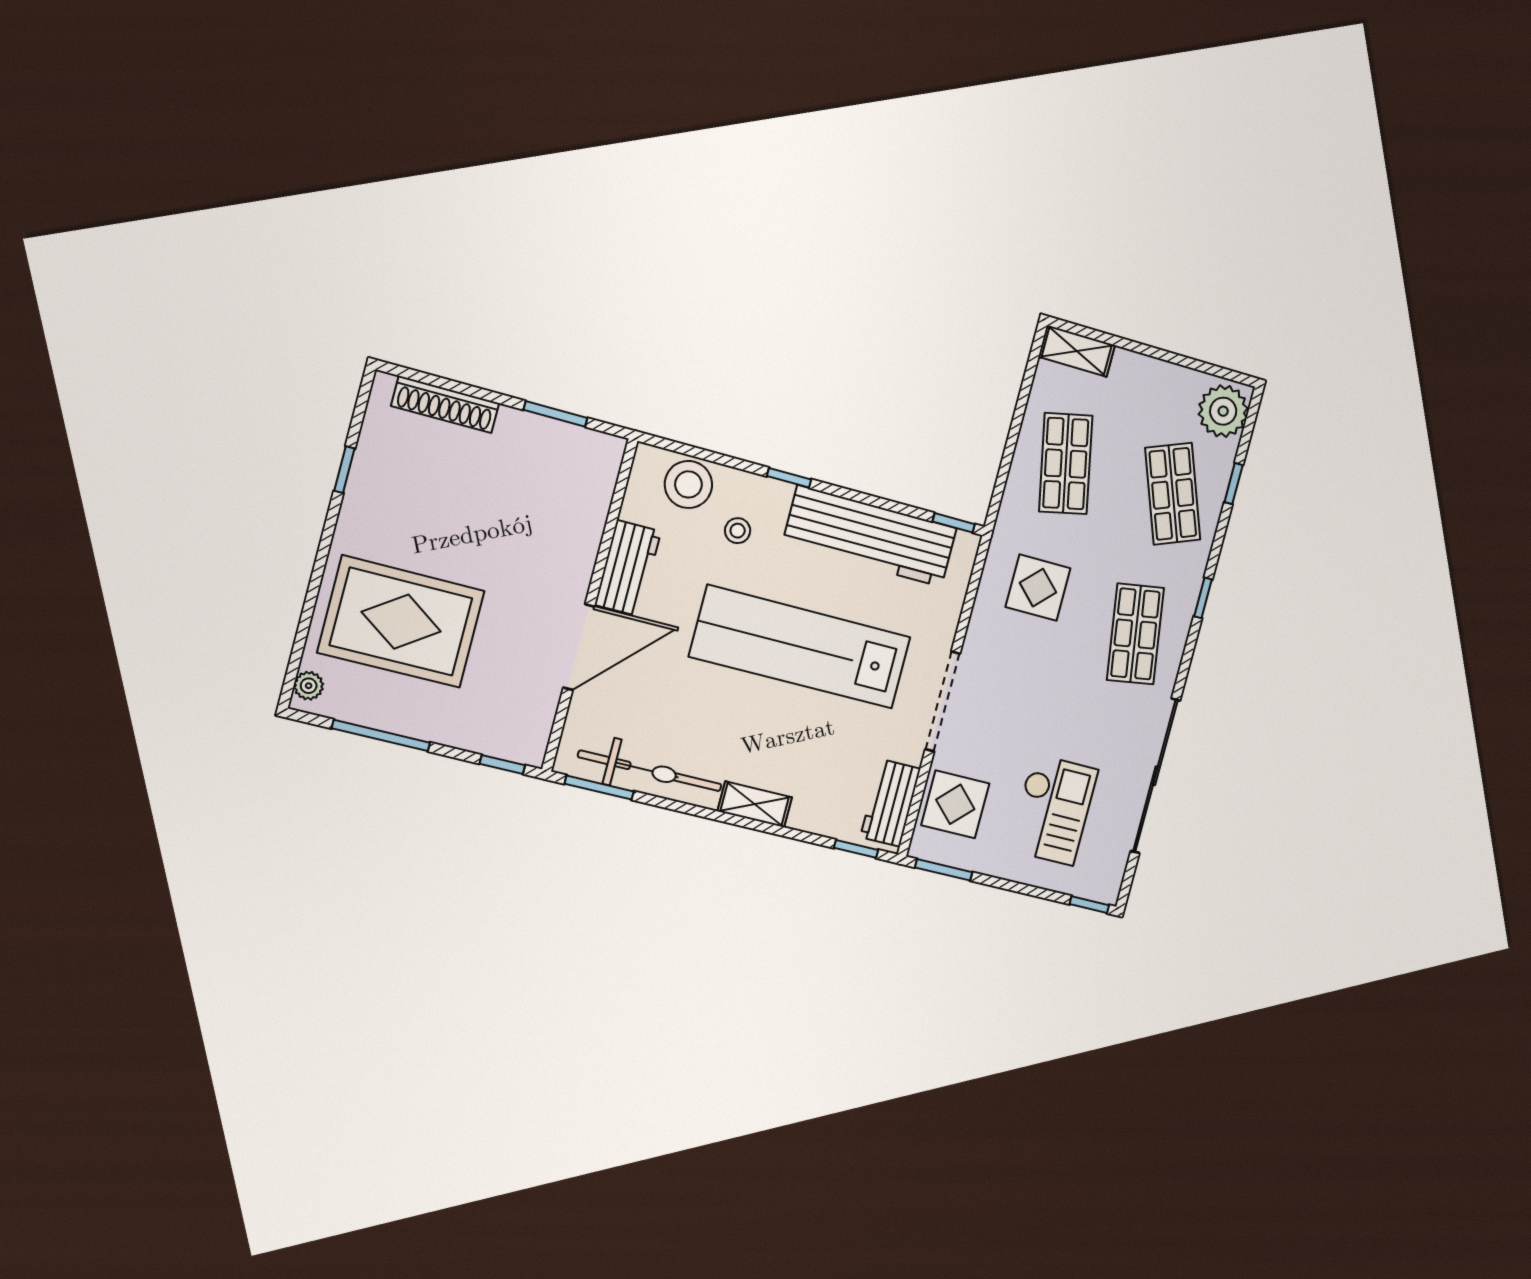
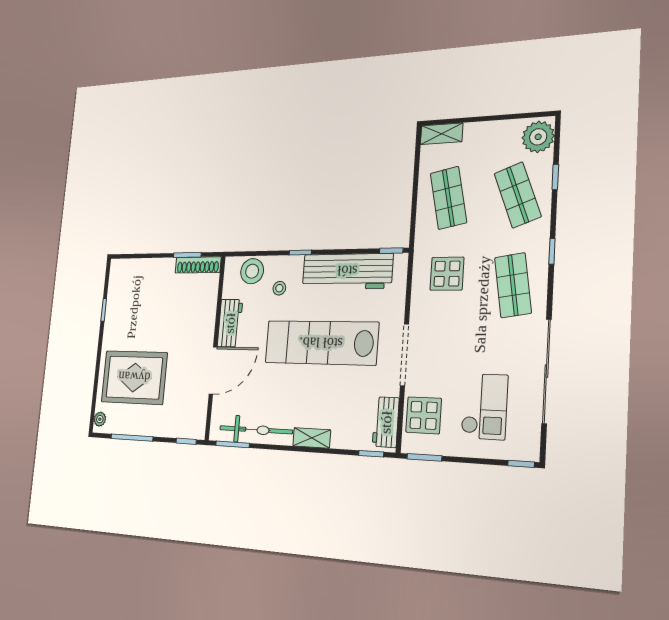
shoe rack: (445, 405) -> (198, 265), moved

